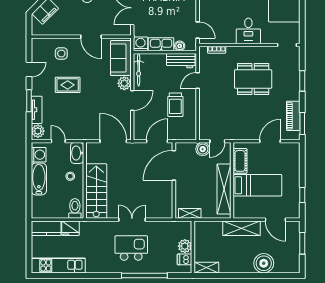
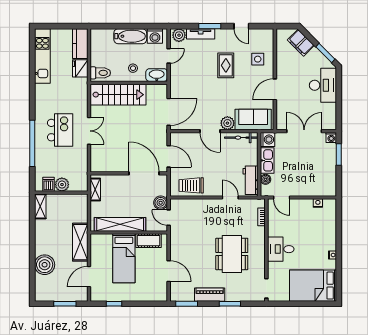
door: (198, 30) -> (282, 198), hinge flipped
trolley: (175, 105) -> (191, 185), moved
piano: (293, 116) -> (210, 295), moved

